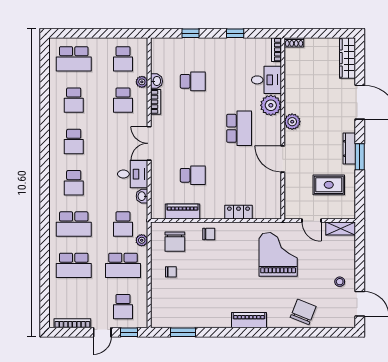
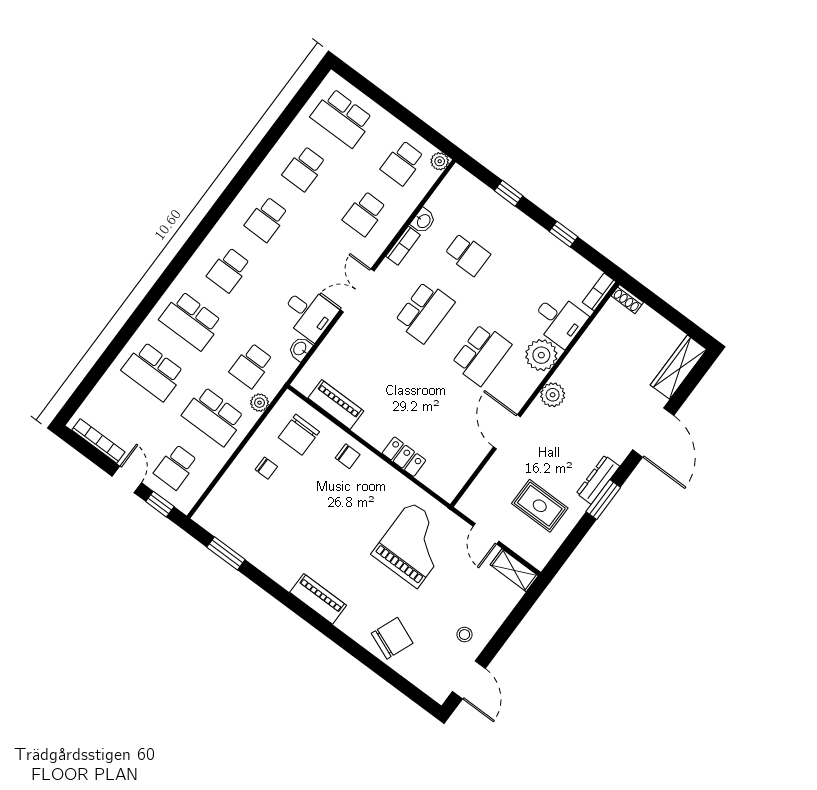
plant: (142, 82) -> (440, 161), moved
school desk: (193, 175) -> (425, 312), moved, width x1.85
door: (102, 332) -> (127, 480), swing flipped

